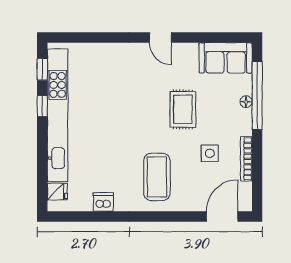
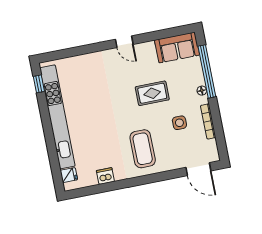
floor lamp: (246, 102) -> (202, 91), moved
window: (42, 106) -> (44, 112), removed
rug: (183, 109) -> (152, 93), turned 90
door: (222, 216) -> (198, 169), swing flipped

